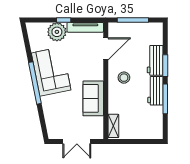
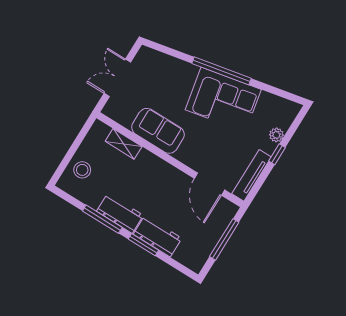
plant: (57, 32) -> (276, 135), width x0.53, depth x0.53
stool: (124, 78) -> (82, 170), moved
shelving: (113, 126) -> (124, 144), moved

